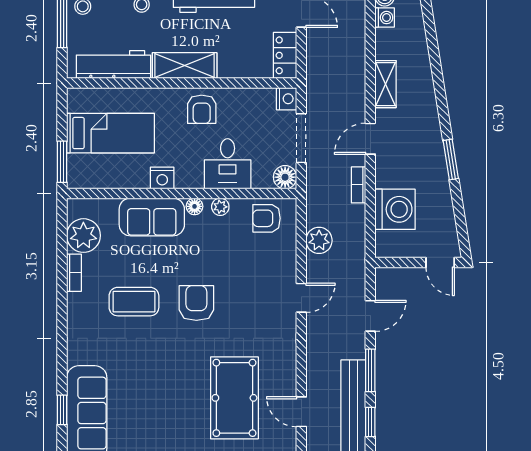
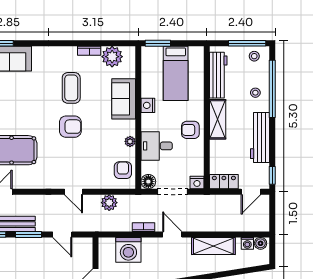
shelving: (385, 84) -> (213, 246), width x1.50, depth x1.33
floor lamp: (195, 206) -> (130, 125), removed

